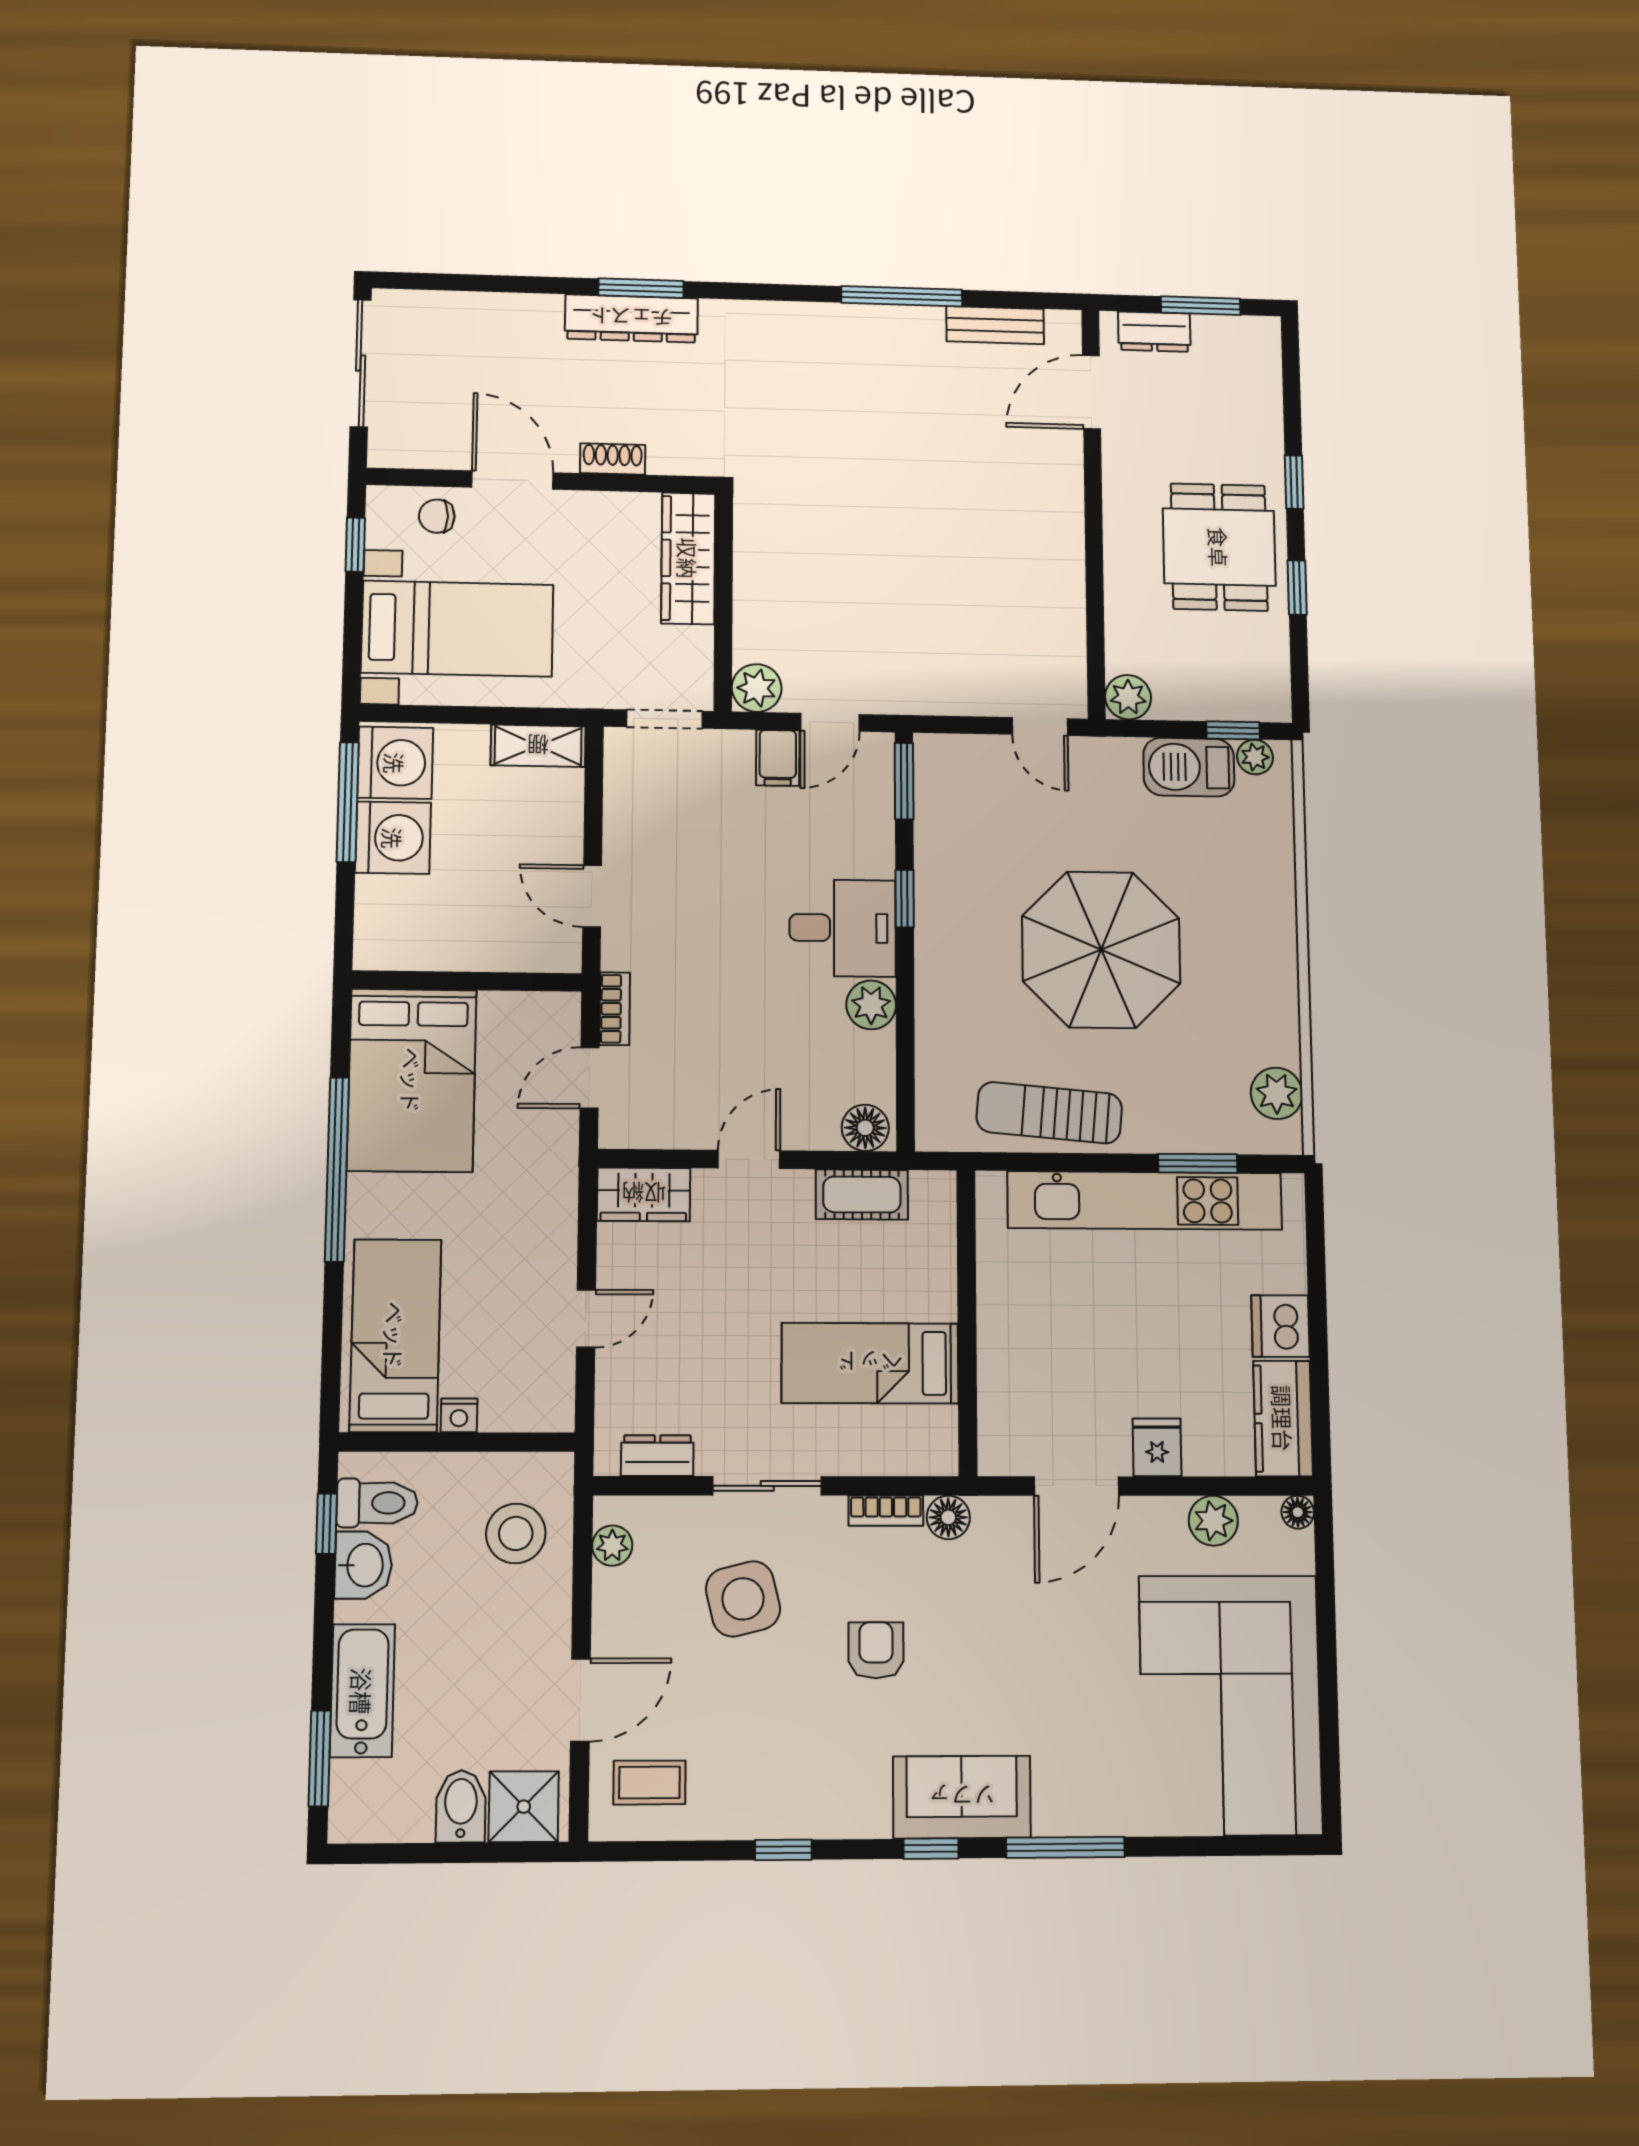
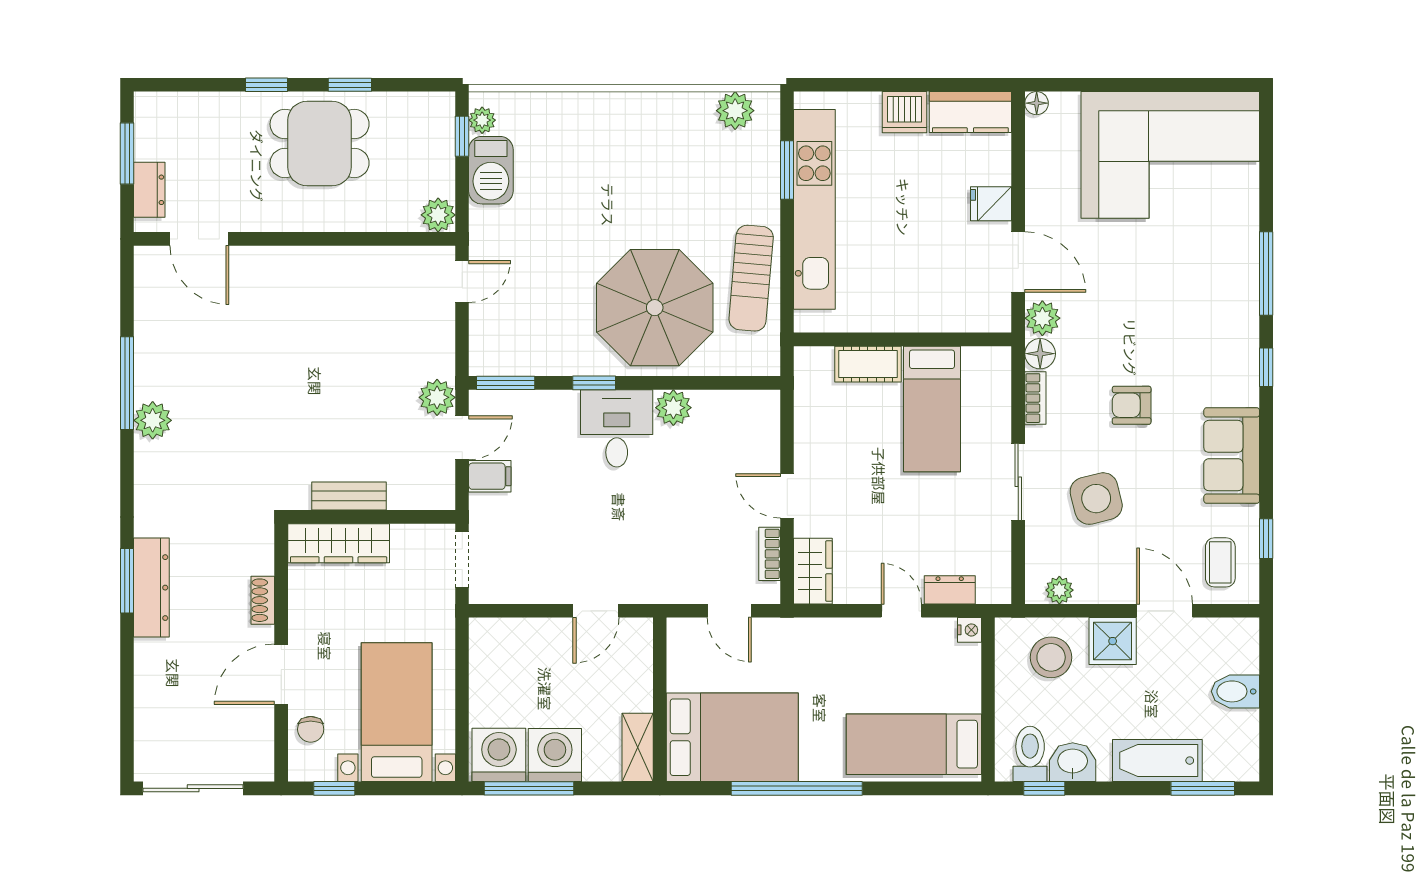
bench: (995, 325) -> (349, 496), moved, turned 90
plant: (853, 327) -> (153, 420), added
plant: (757, 688) -> (437, 397), moved
door: (830, 722) -> (462, 438), hinge flipped
shelving: (538, 746) -> (638, 747), moved
parasol: (1101, 950) -> (655, 308), moved
bookcase: (615, 1009) -> (770, 554), moved, turned -90
floor lamp: (865, 1128) -> (763, 412), removed
cot: (862, 1195) -> (868, 364), moved, turned 90
nightstand: (459, 1415) -> (970, 630), moved
dresser: (657, 1456) -> (950, 590), moved, turned 90
plant: (1213, 1521) -> (1042, 318), moved
sofa: (962, 1797) -> (1232, 456), moved
shower: (524, 1807) -> (1113, 641), moved
window: (783, 1850) -> (1266, 539), moved

